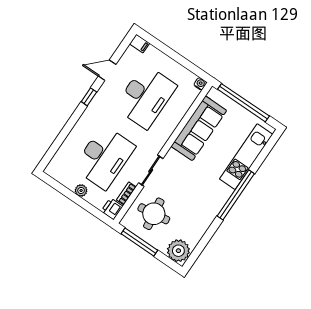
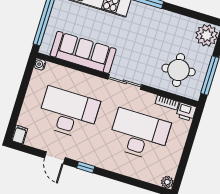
sliding door: (151, 171) -> (125, 82), moved
plant: (81, 191) -> (167, 182), moved

